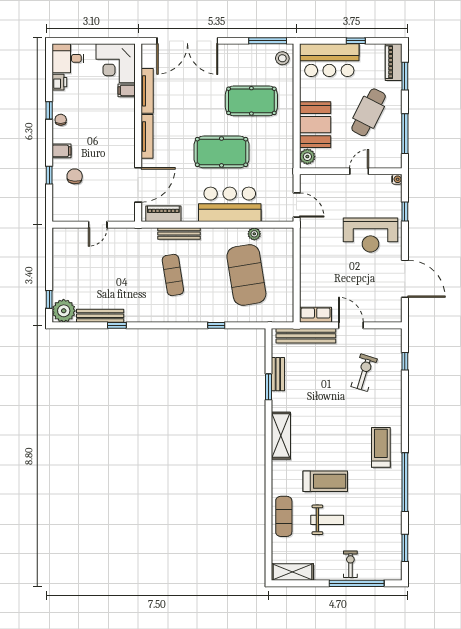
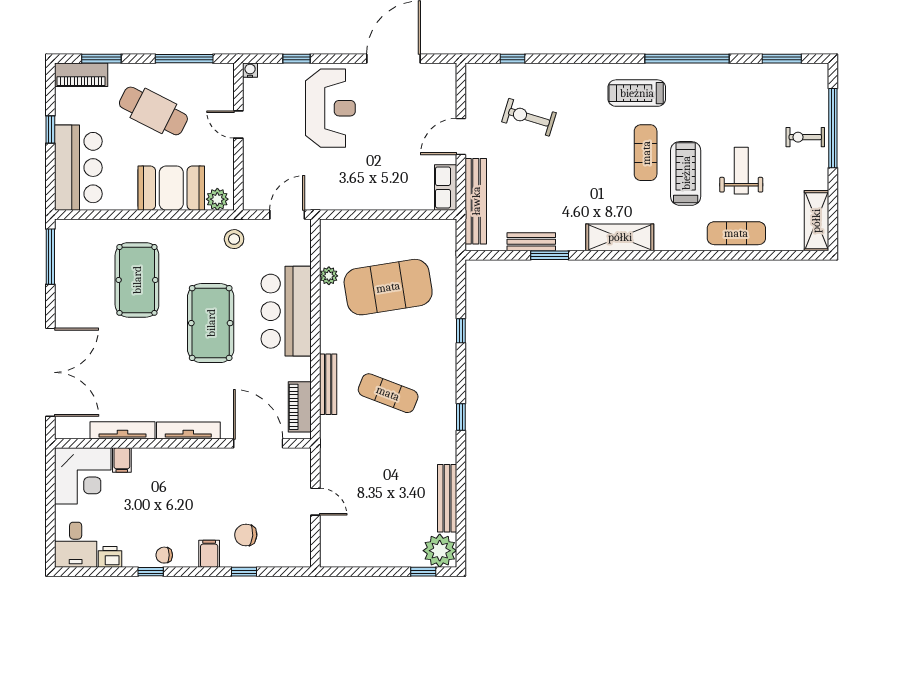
stool: (282, 58) -> (234, 239), moved
exercise mat: (173, 275) -> (388, 393), turned 30
window: (117, 325) -> (461, 417), moved
exercise mat: (340, 453) -> (646, 153), added

